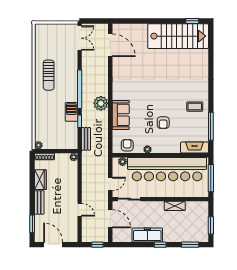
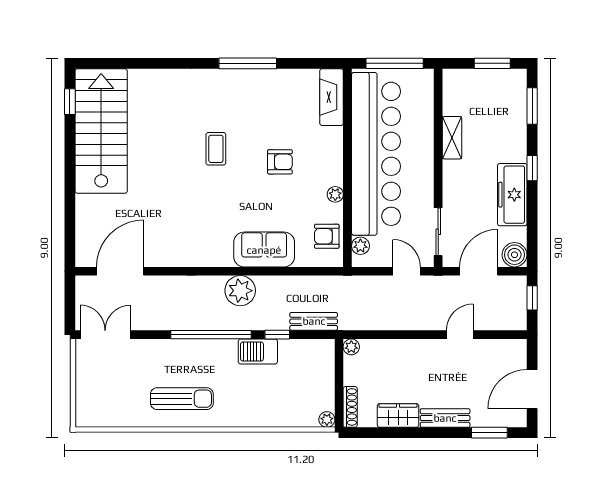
coffee table: (195, 107) -> (216, 149), moved
window: (211, 126) -> (248, 63), moved
boiler: (118, 236) -> (515, 255), added

